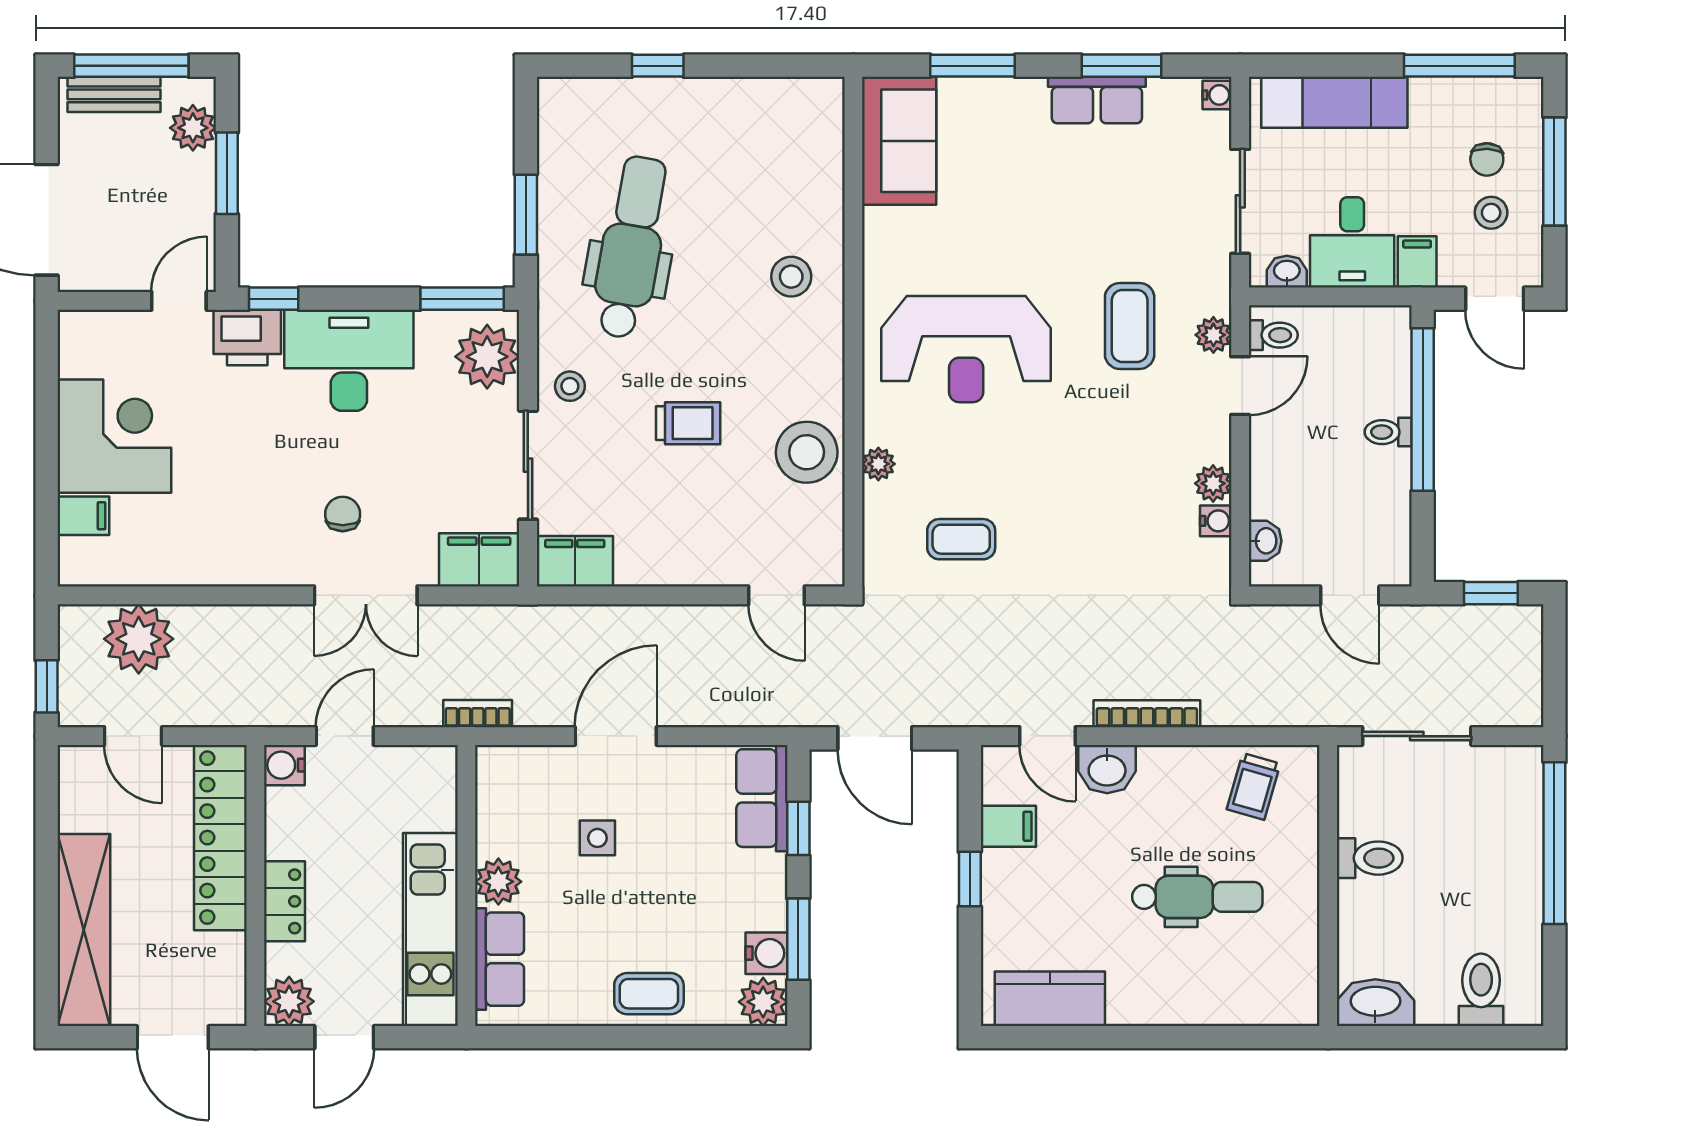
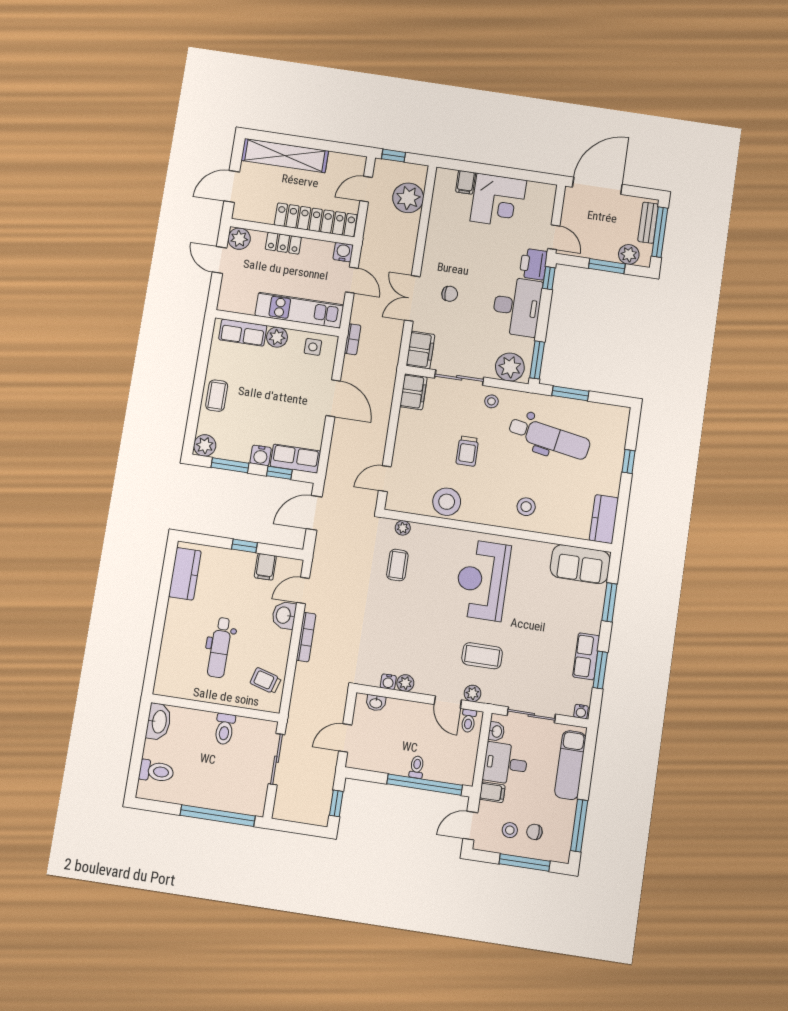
kitchen counter: (793, 102) -> (604, 519), added
plant: (878, 464) -> (403, 528), moved
side table: (597, 838) -> (313, 347), moved
kitchen unit: (430, 929) -> (299, 310), moved
water cooler: (766, 953) -> (261, 455), moved

